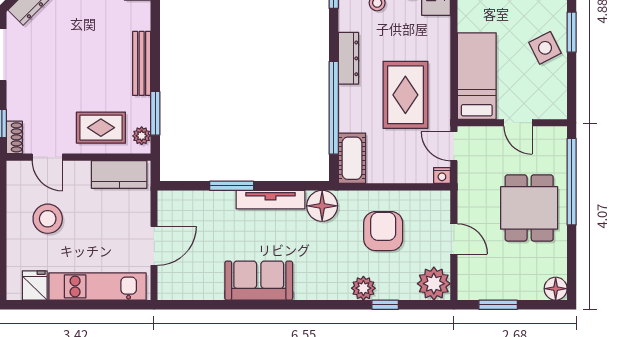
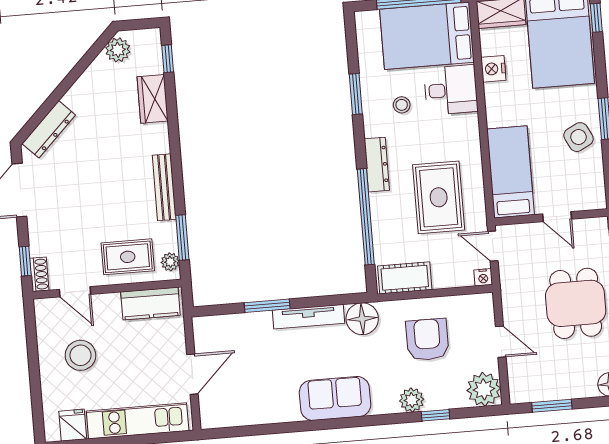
cot: (352, 158) -> (405, 278), moved, turned 90
sofa: (259, 281) -> (335, 398), moved

